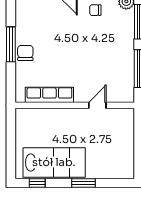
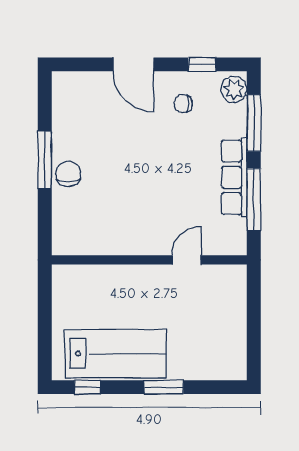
row of seats: (49, 95) -> (234, 177), moved, turned -90

